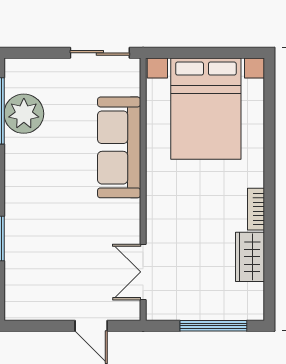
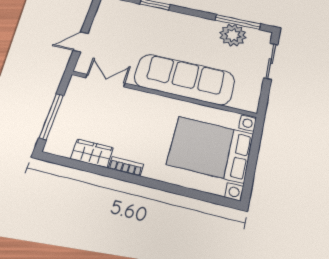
sliding door: (100, 53) -> (271, 61), moved
sofa: (119, 147) -> (184, 79), width x1.36, depth x1.27

